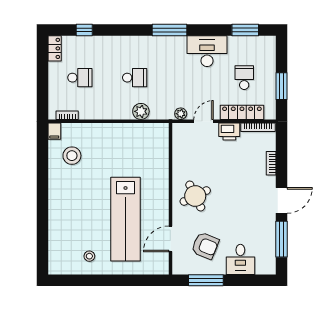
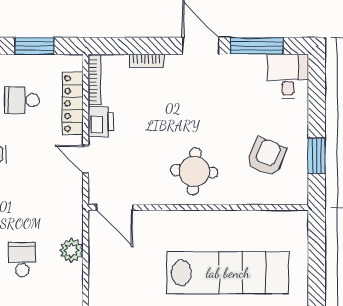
plant: (181, 114) -> (75, 192), removed
round table: (195, 196) -> (194, 171), turned 30
door: (170, 239) -> (115, 207), moved
desk: (240, 259) -> (288, 76), moved, turned -90
window: (206, 280) -> (317, 156), width x0.69

